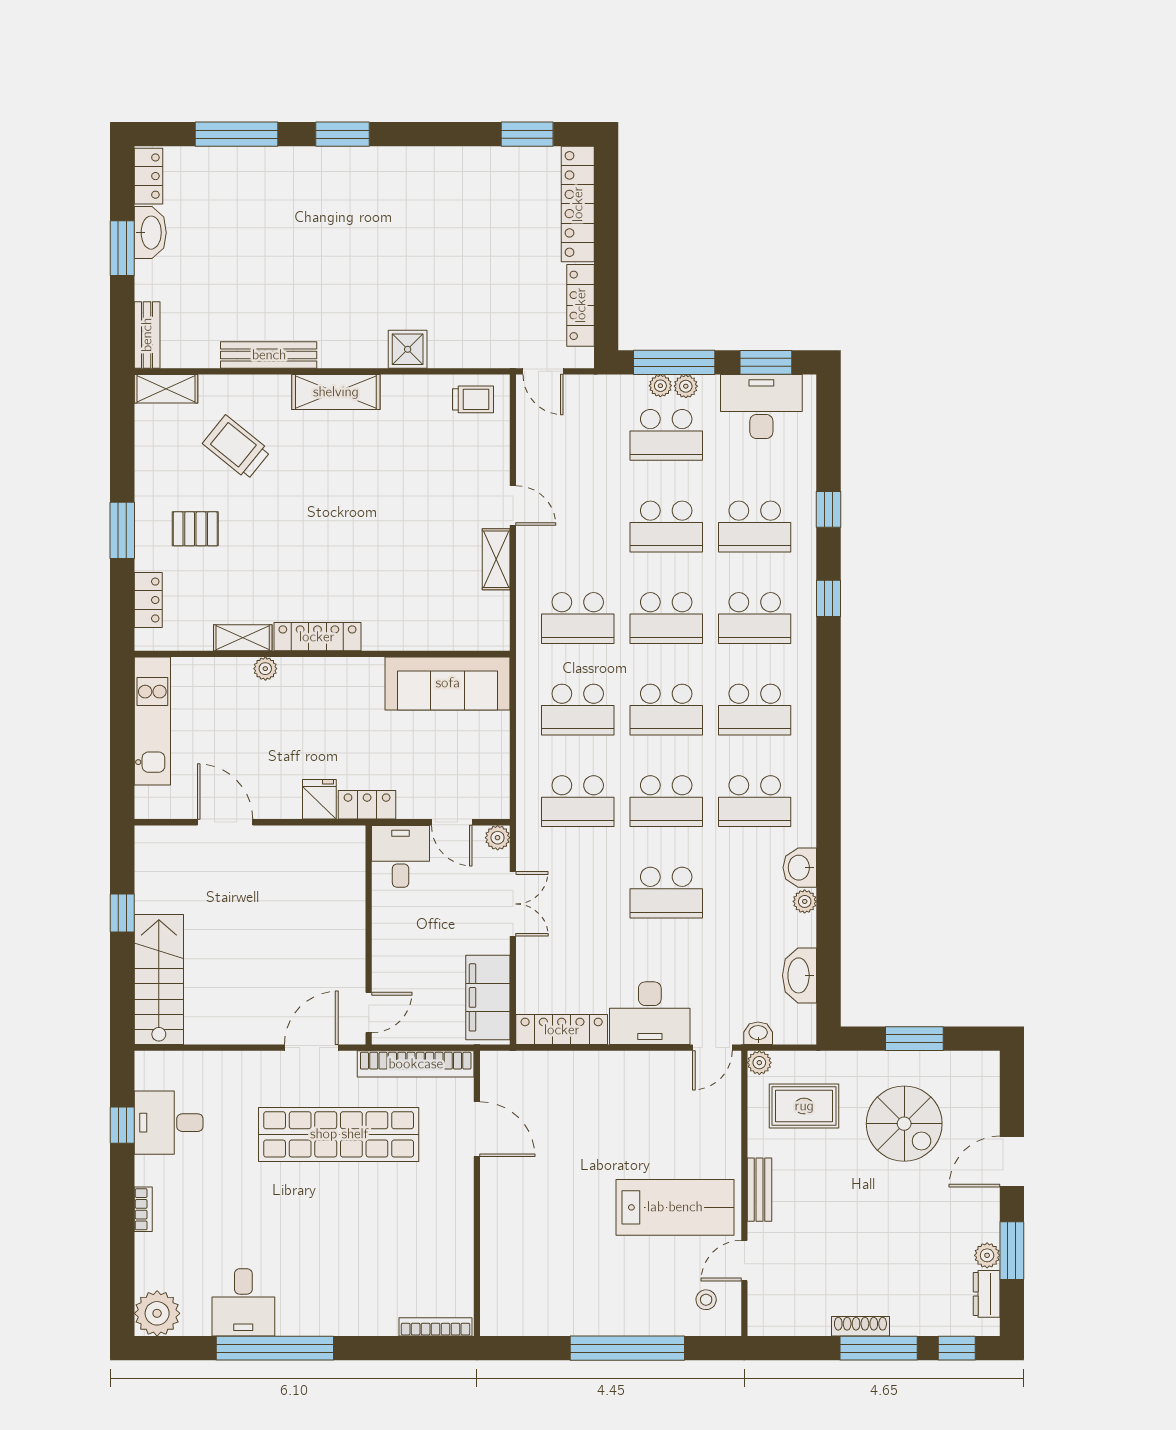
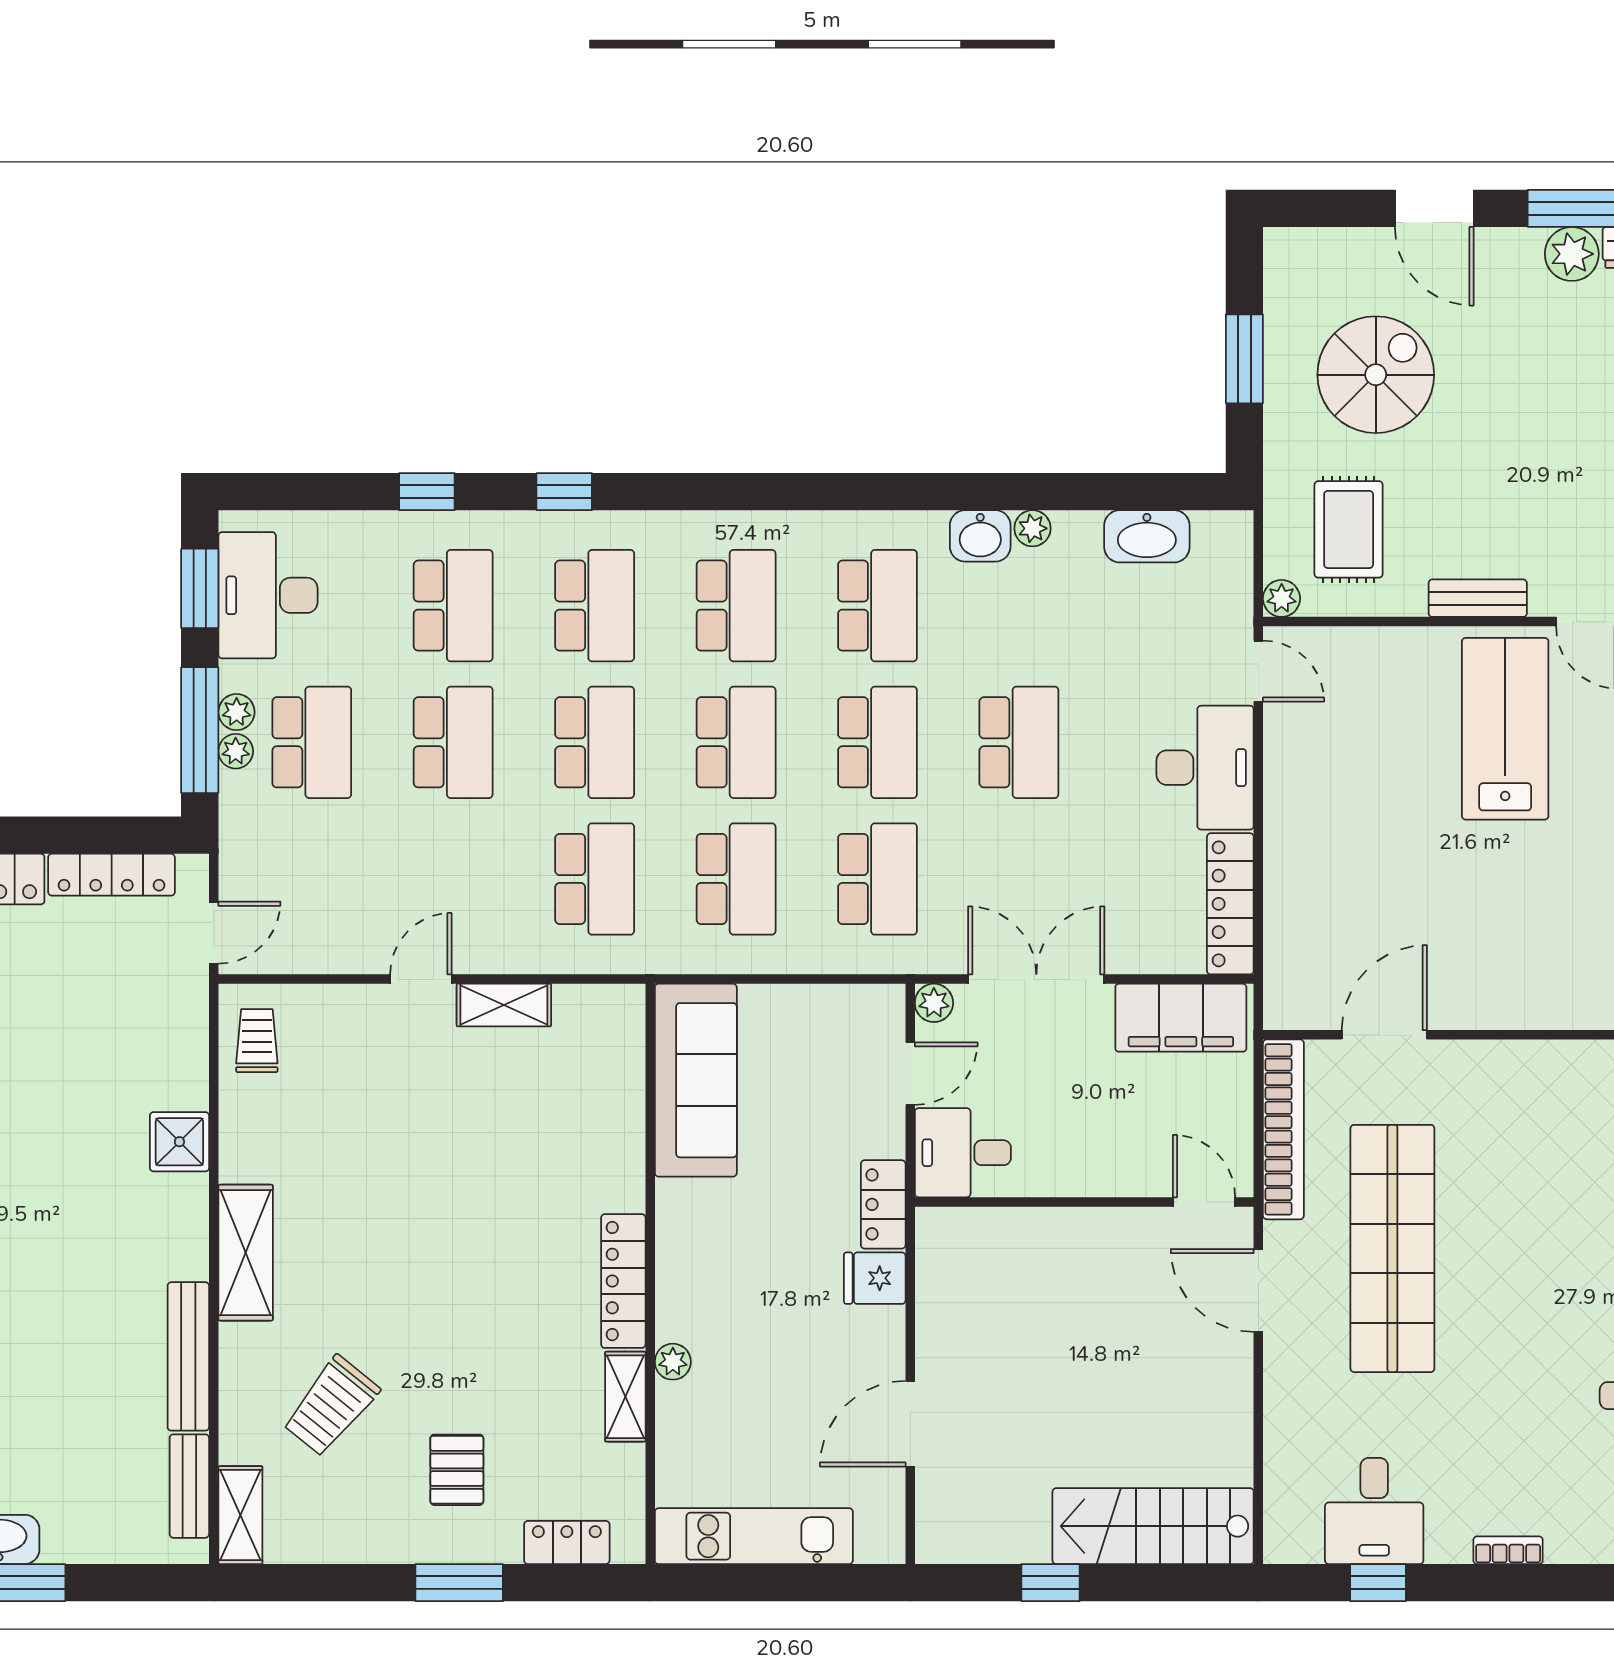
bench: (147, 335) -> (189, 1486), moved, turned 90
double door: (513, 904) -> (1036, 979), width x1.37
washbasin: (758, 1033) -> (1236, 600), removed
plant: (987, 1255) -> (1572, 254), width x1.38, depth x1.38

